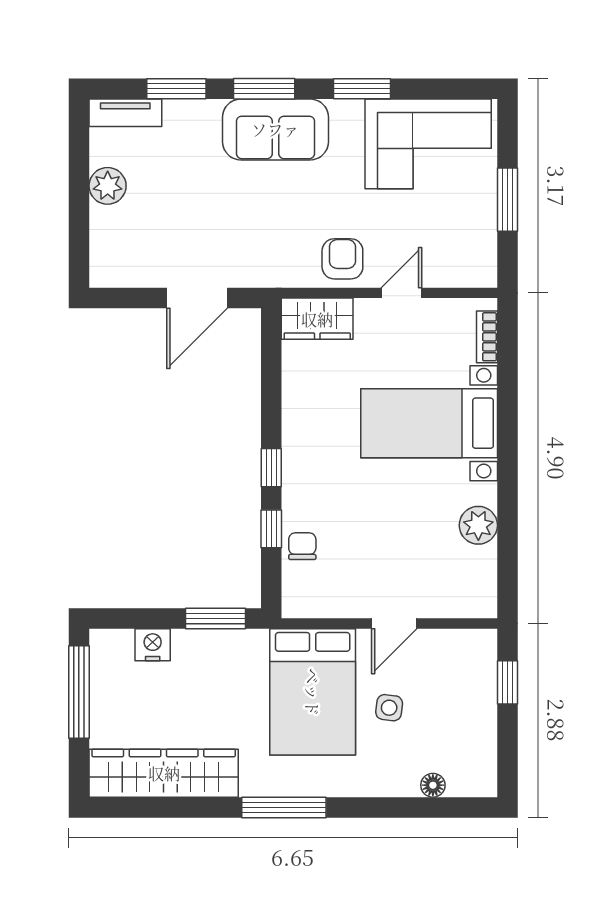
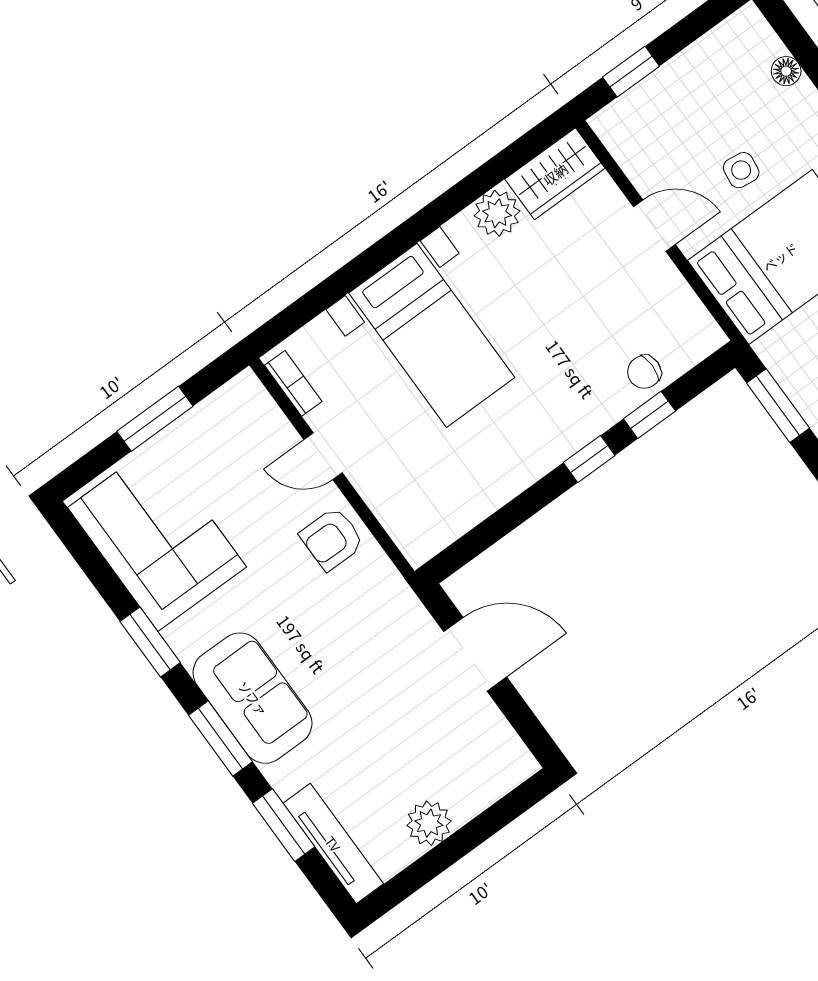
tv unit: (125, 113) -> (333, 844), width x1.41
wardrobe: (317, 319) -> (555, 174), moved, turned 90
bookcase: (487, 337) -> (293, 383), moved, turned -90

